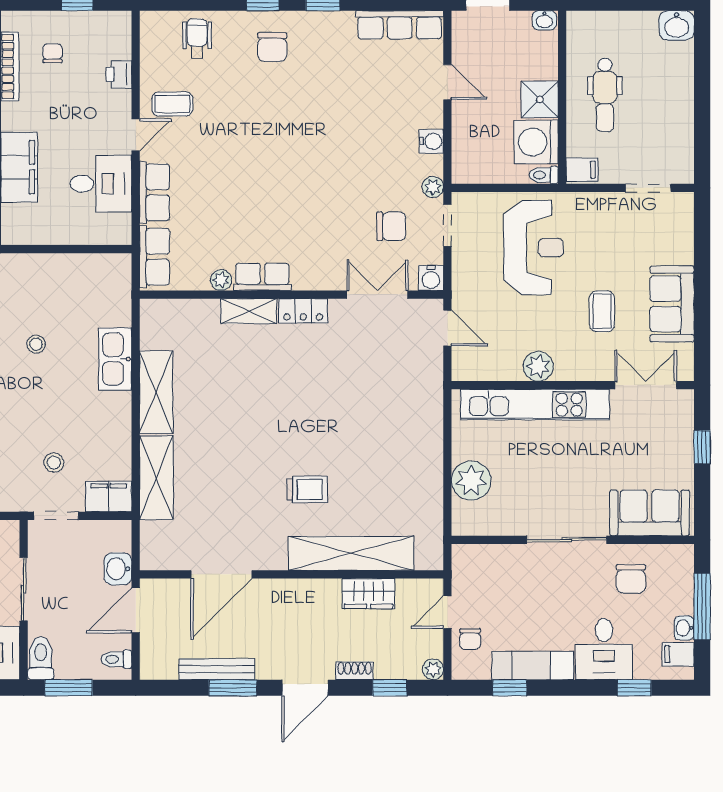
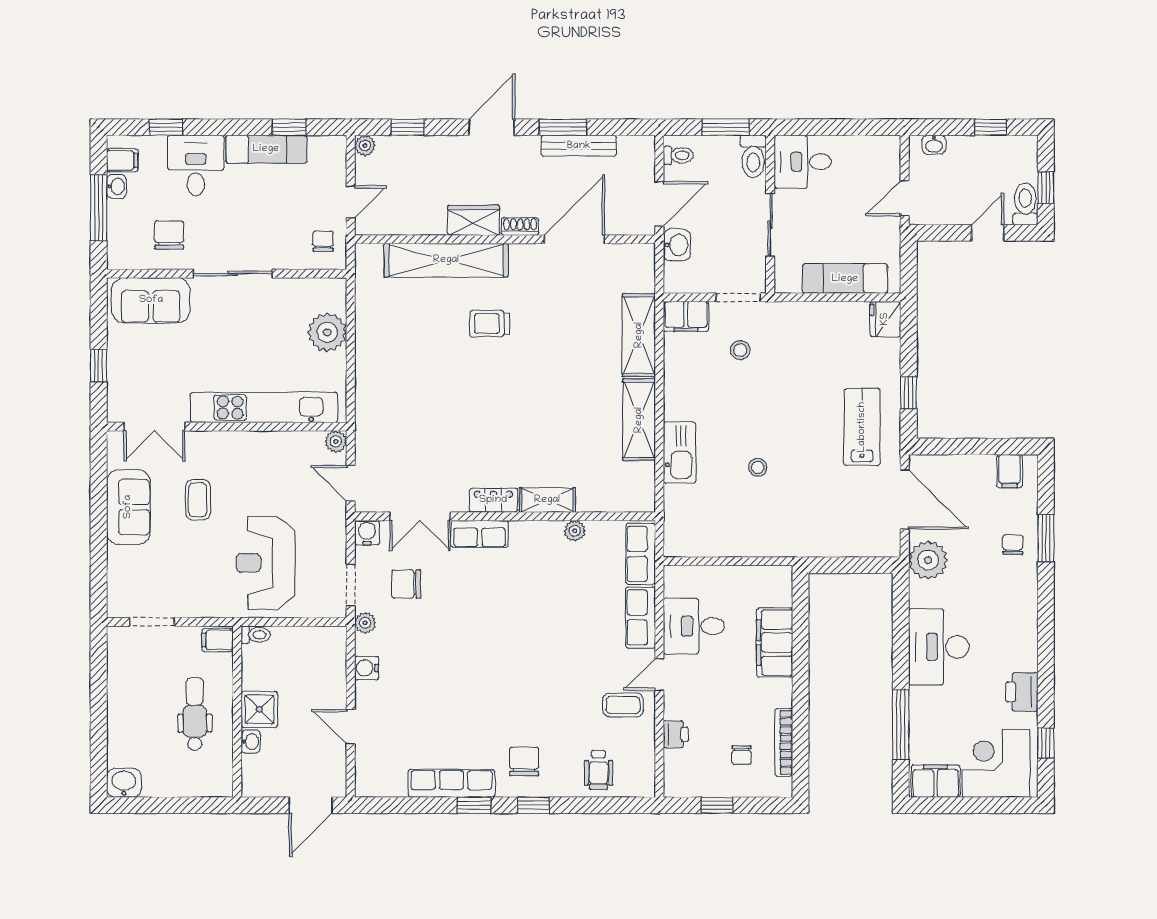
washbasin: (544, 20) -> (251, 742), moved, turned 90
row of seats: (400, 25) -> (452, 783), moved
washing machine: (536, 142) -> (263, 667), removed
row of seats: (262, 277) -> (480, 534), moved
plant: (538, 366) -> (336, 441), moved, width x0.73, depth x0.73
wardrobe: (369, 594) -> (474, 220), moved
chair: (470, 639) -> (323, 241), moved
shoe rack: (355, 671) -> (520, 226), moved, turned 180

